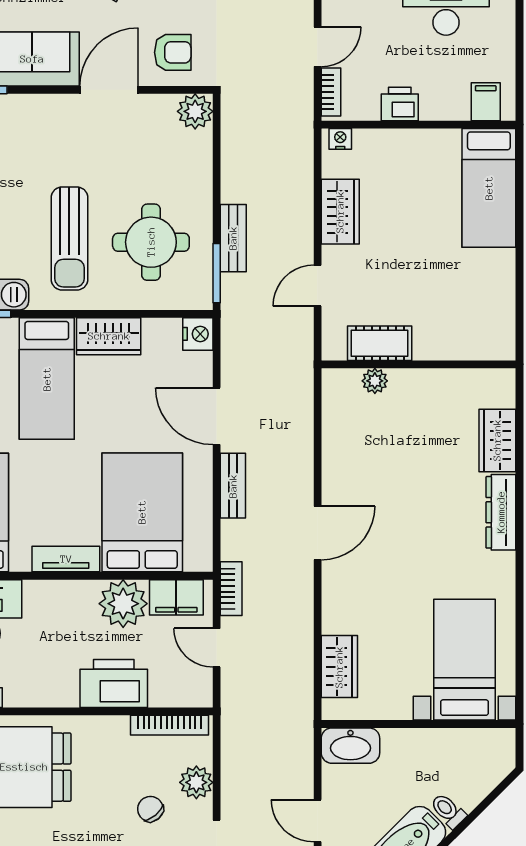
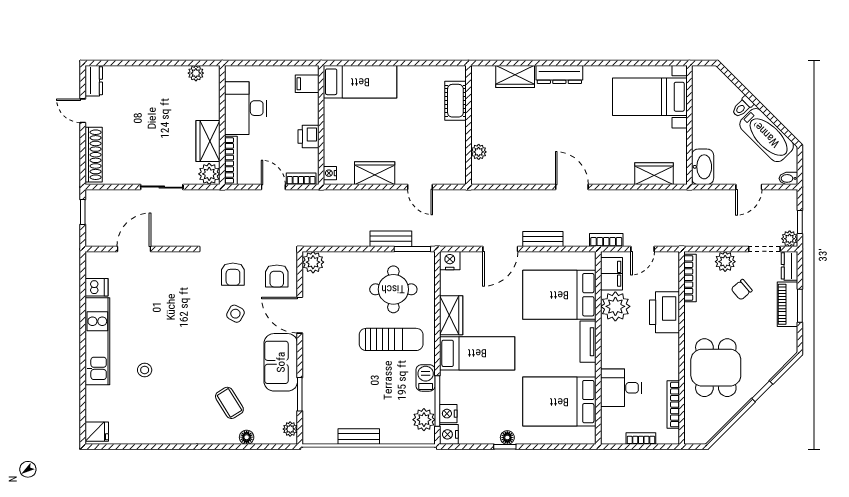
armchair: (173, 52) -> (277, 276), turned 180
cot: (380, 343) -> (455, 101), moved

